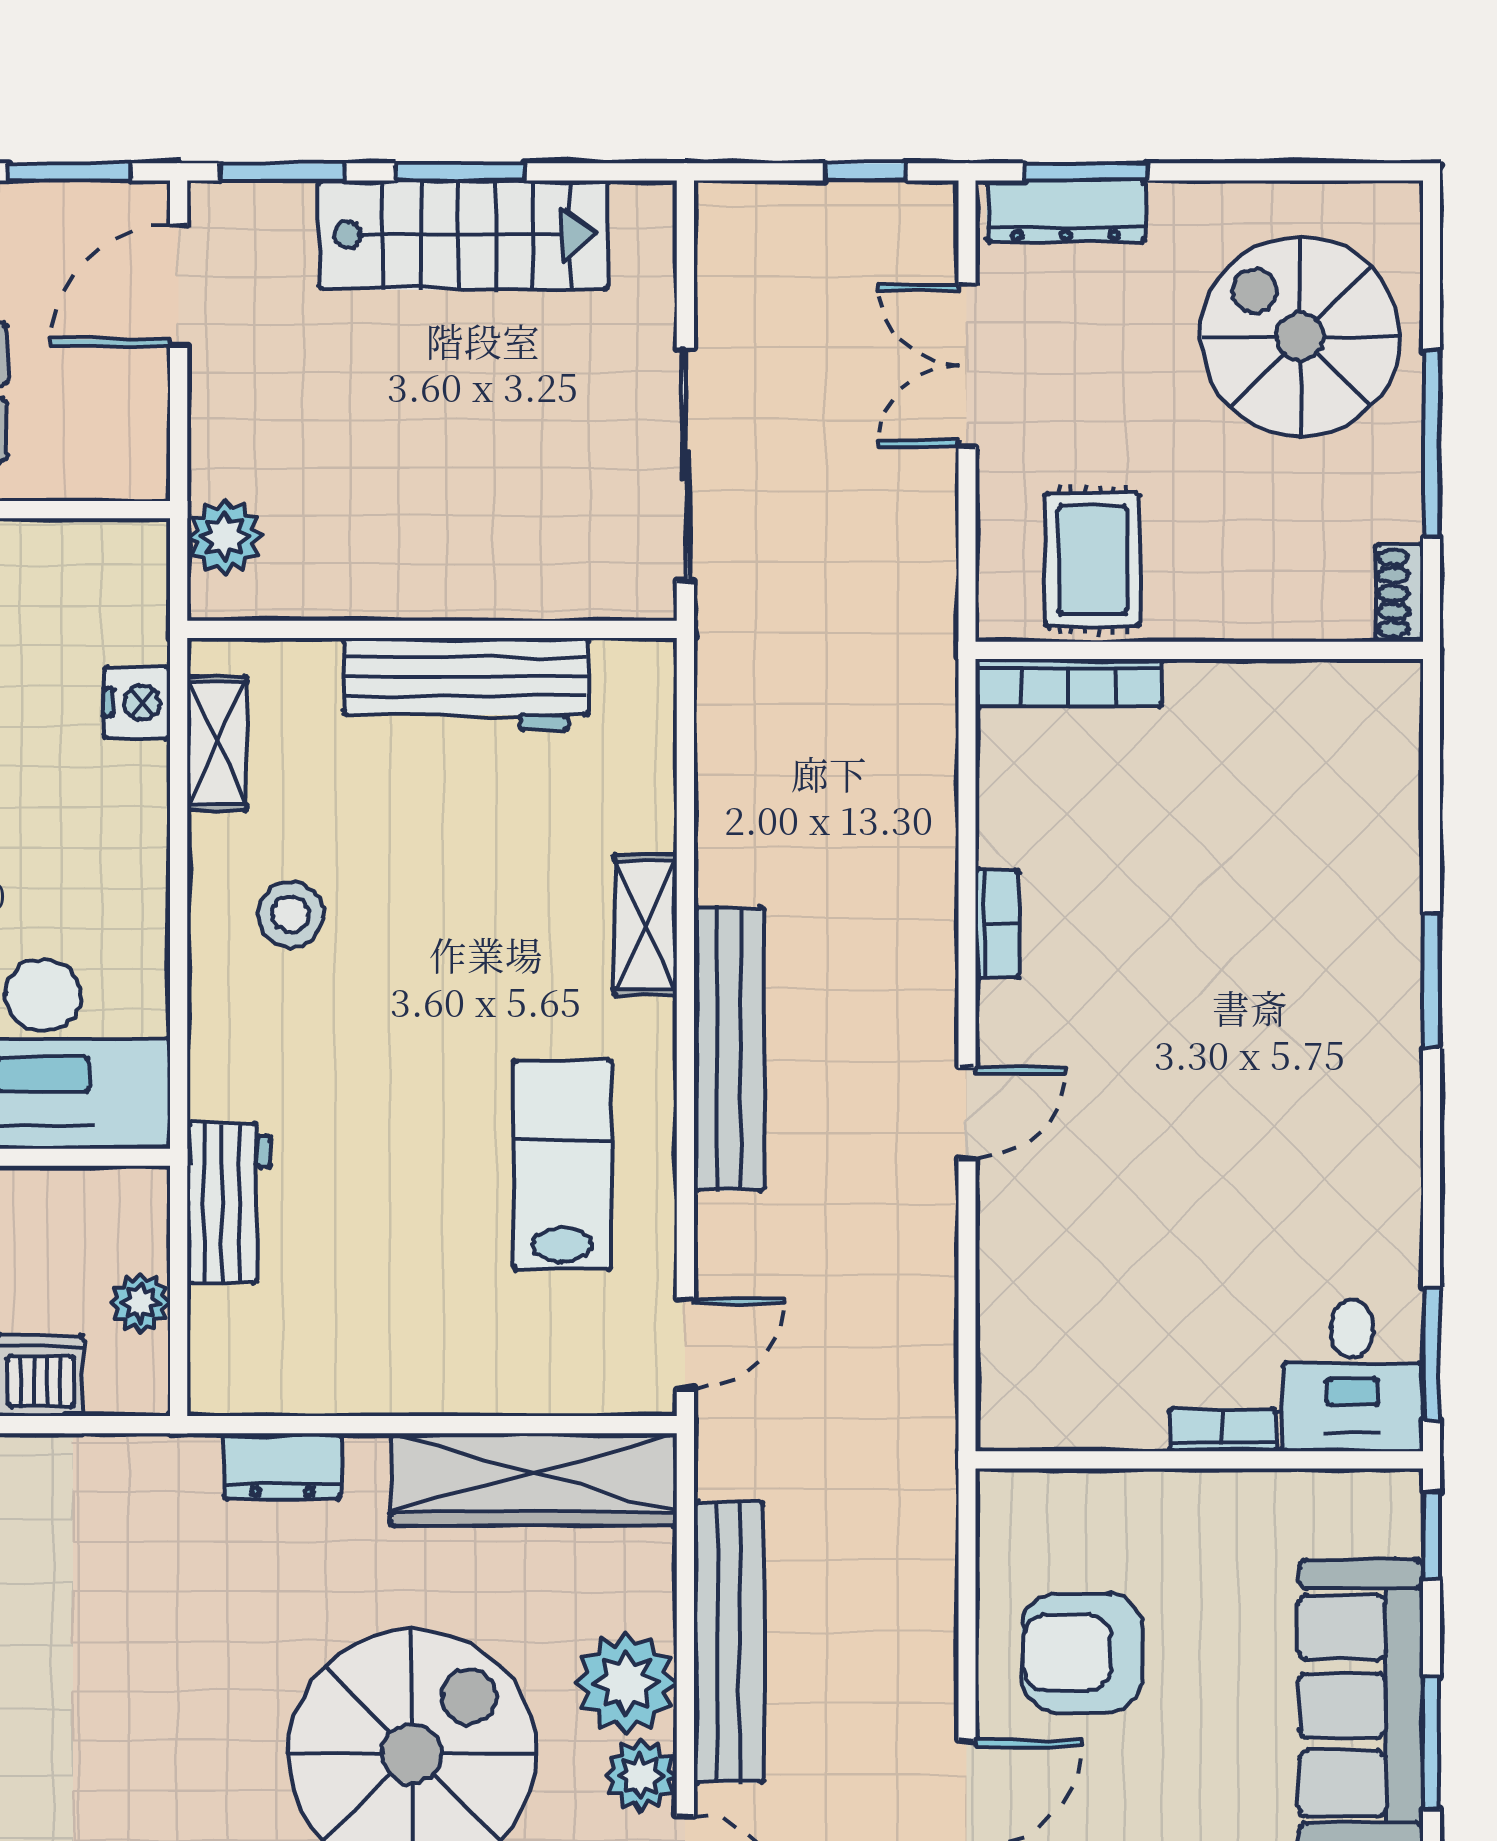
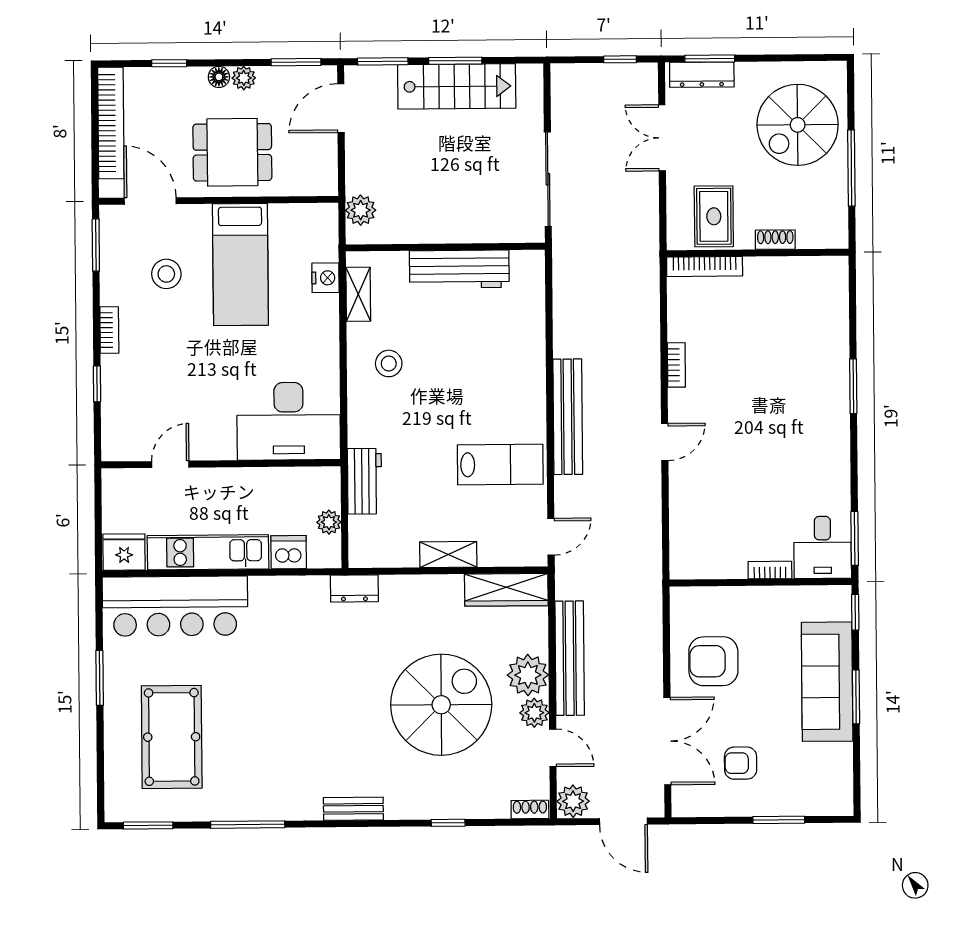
spiral stairs: (1300, 337) -> (798, 125), turned -90
shoe rack: (1399, 593) -> (775, 240), moved, turned 90
shelving: (645, 925) -> (448, 554), moved, turned 90
lab bench: (562, 1165) -> (500, 465), turned 90
dresser: (282, 1466) -> (354, 588), moved
wardrobe: (534, 1480) -> (506, 590), width x0.71, depth x0.85

